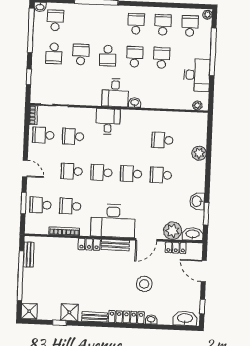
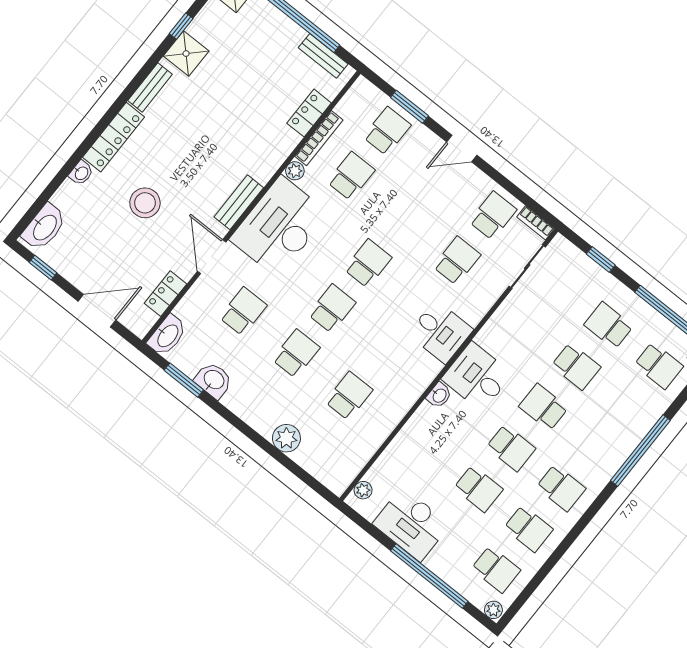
school desk: (72, 171) -> (243, 311), moved
plant: (173, 231) -> (295, 171), moved, width x0.53, depth x0.53
locker: (89, 244) -> (309, 113), moved

